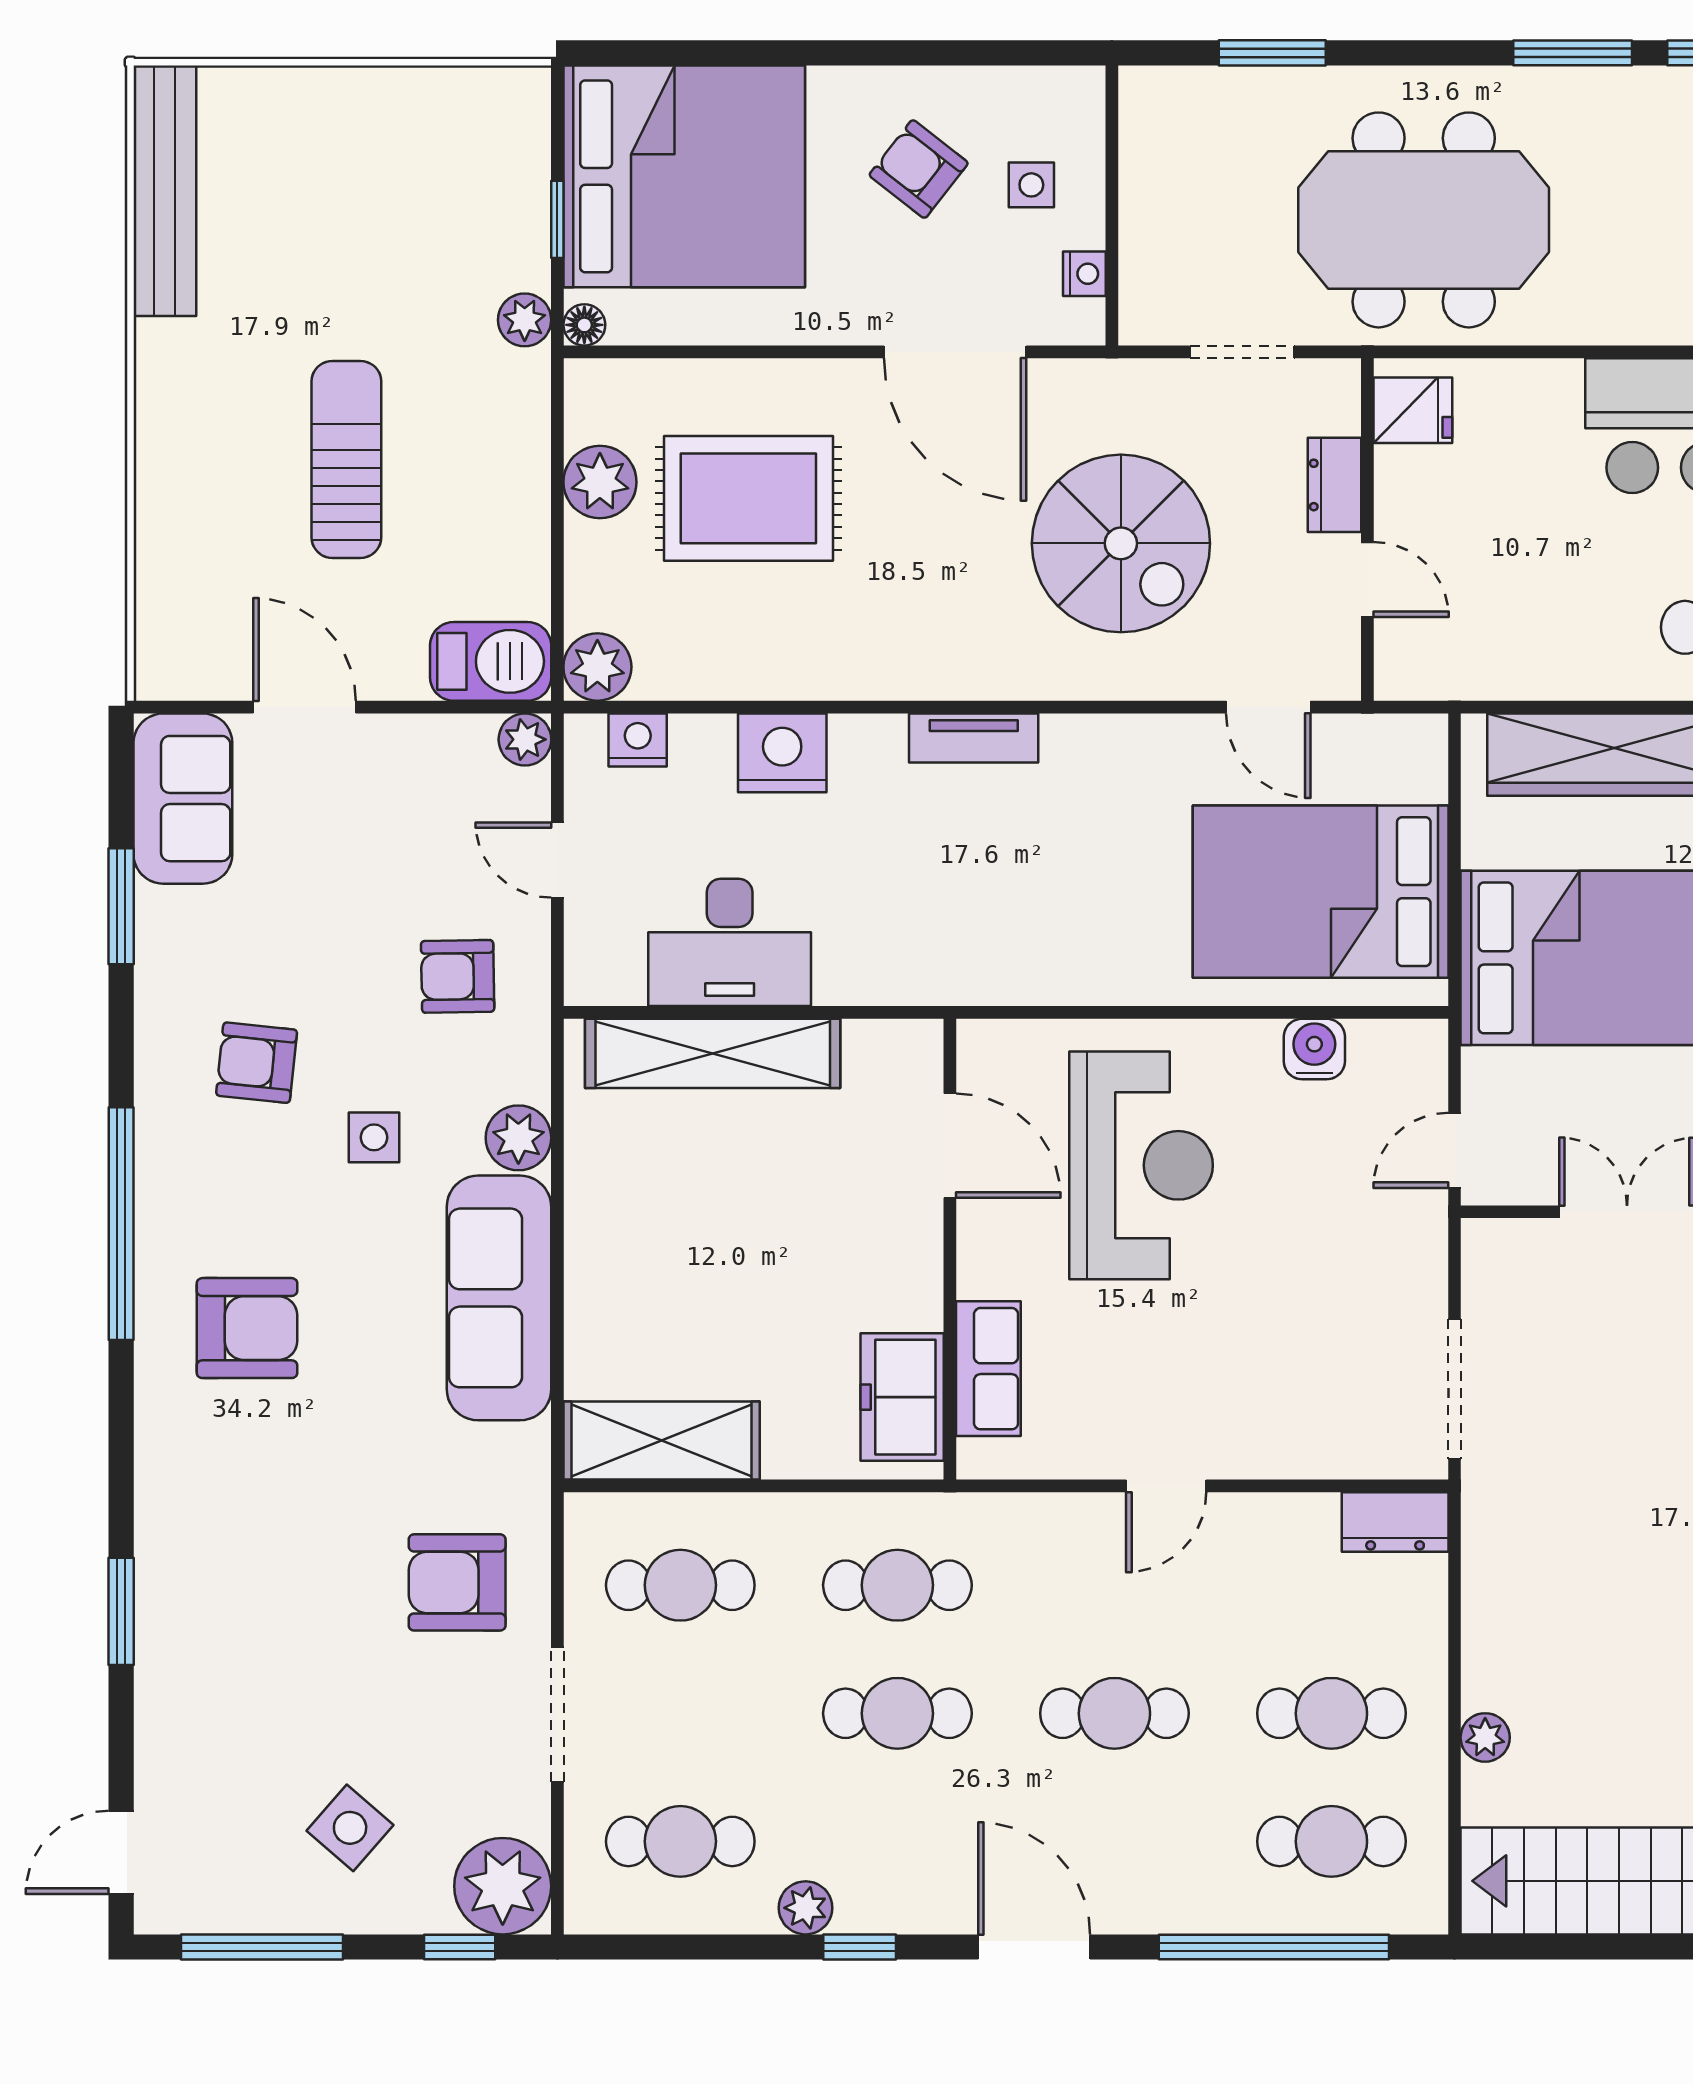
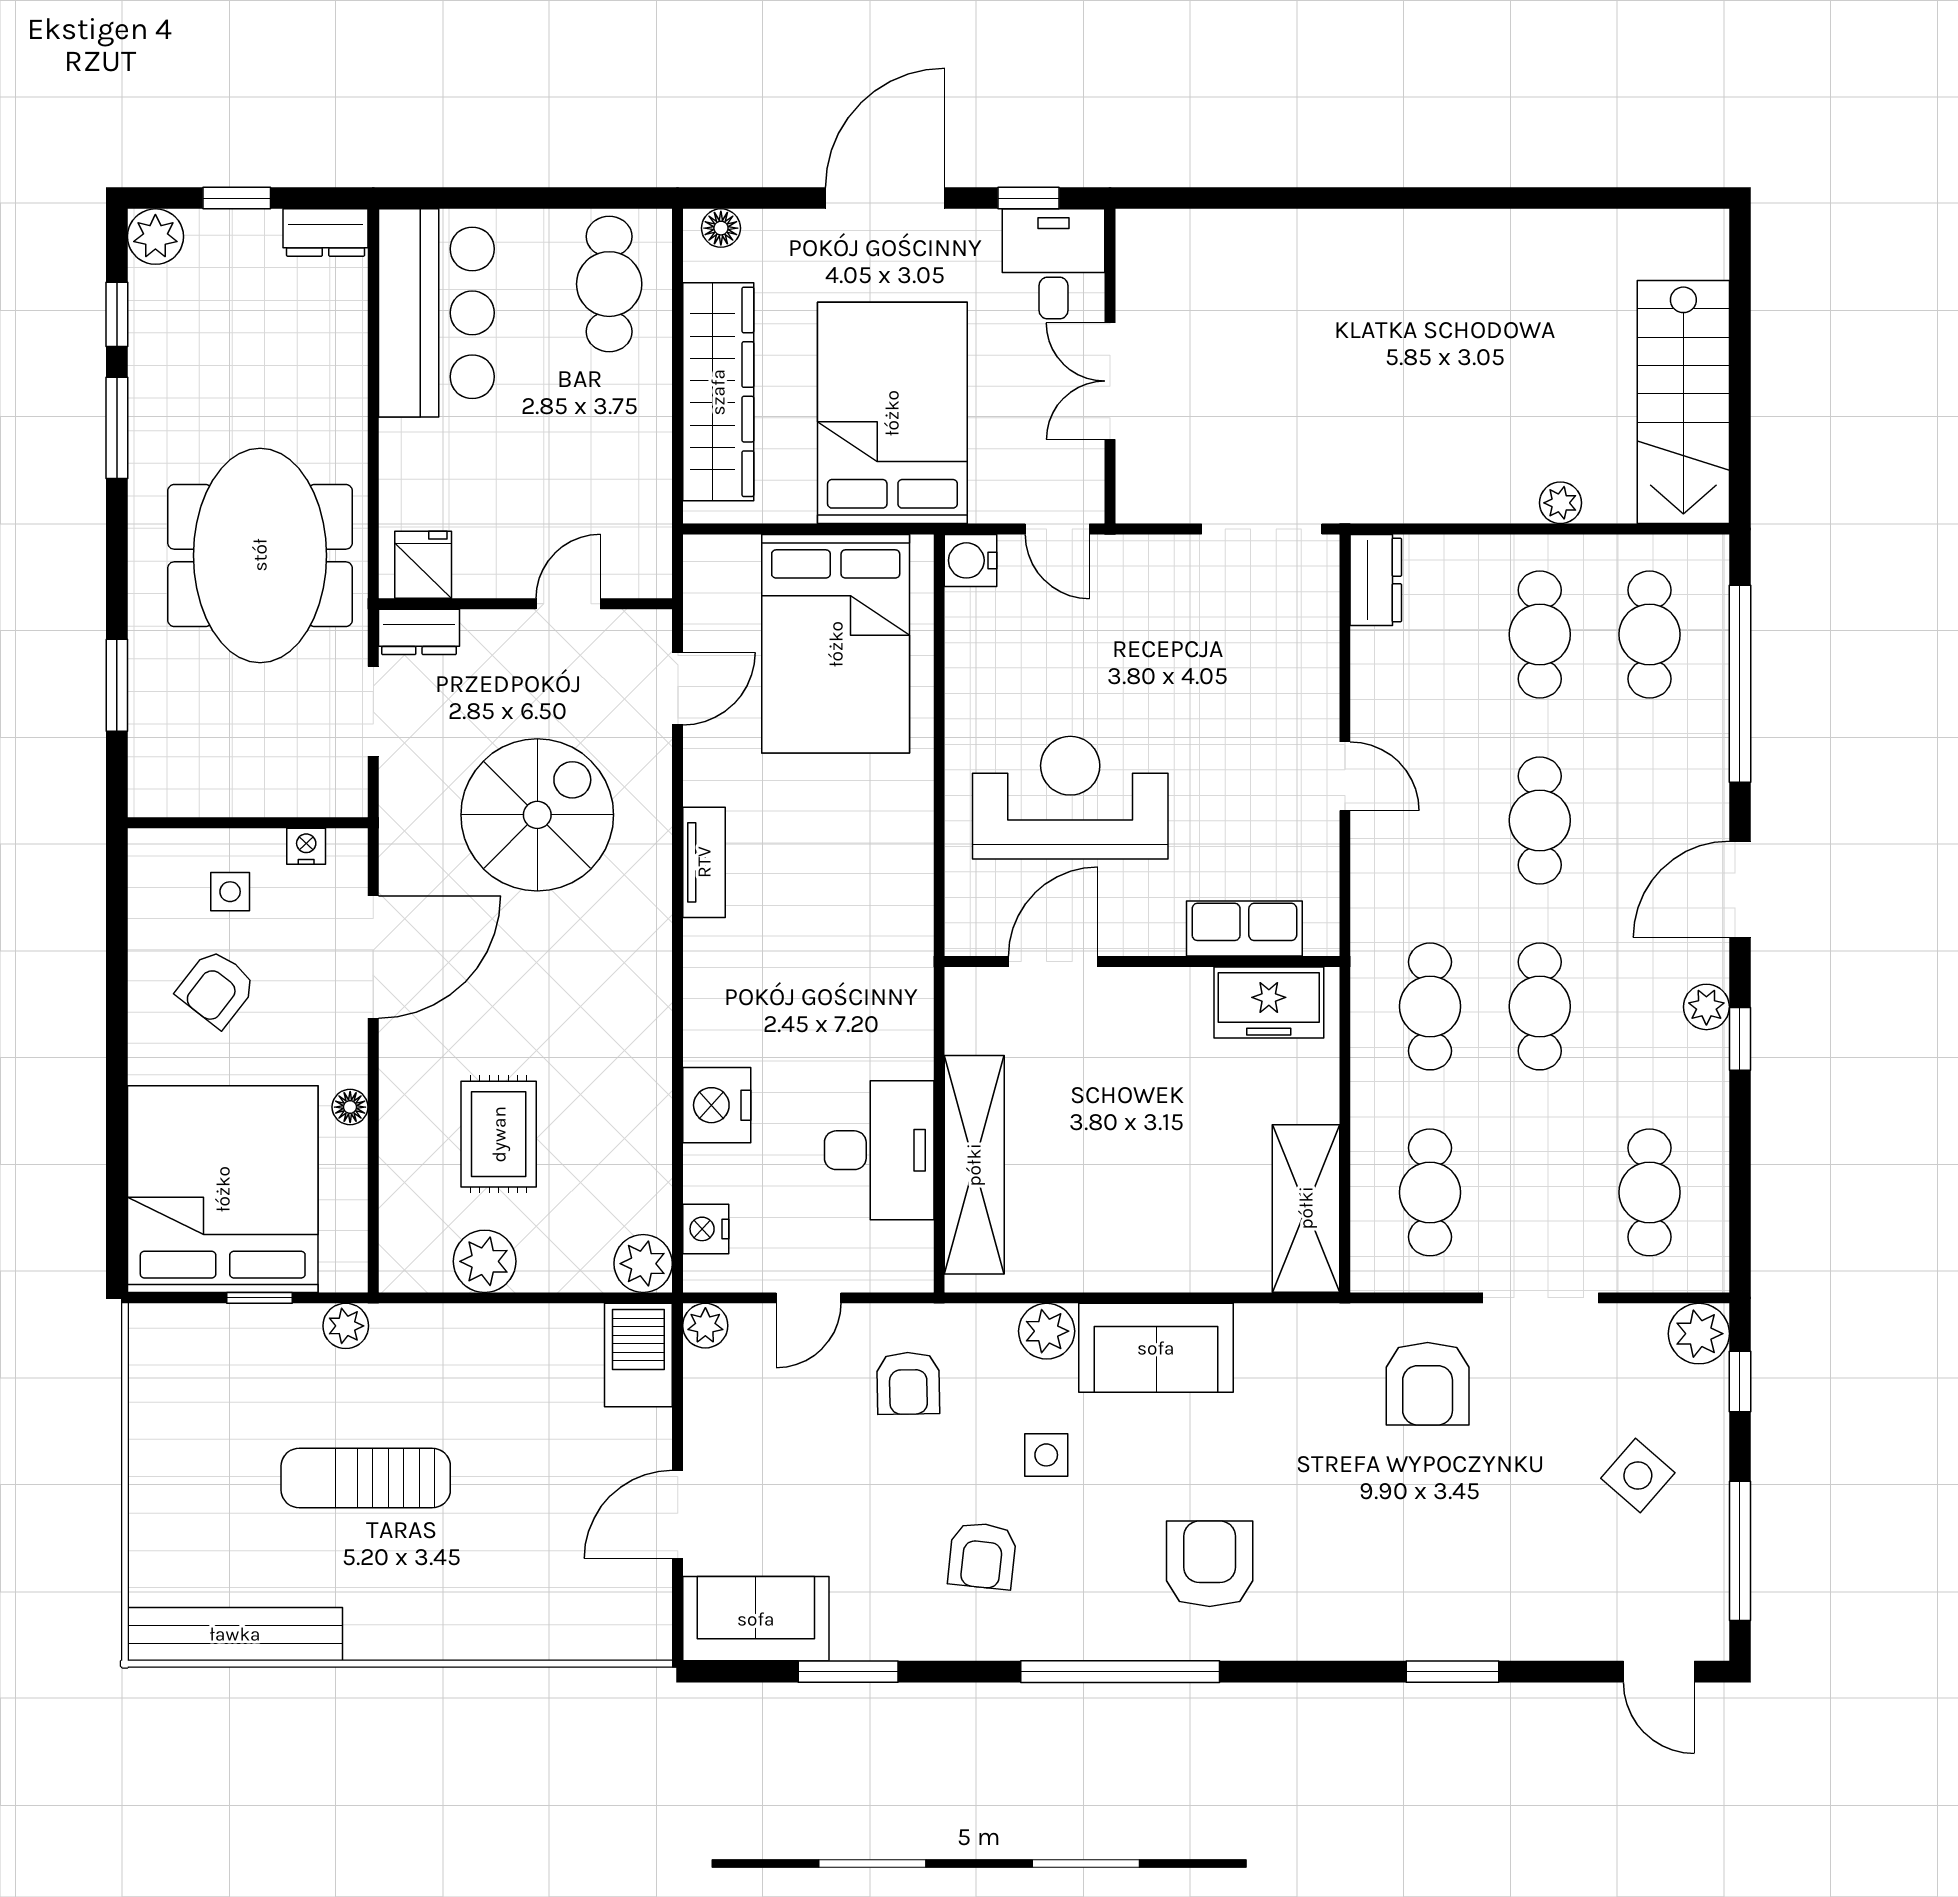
floor lamp: (584, 325) -> (350, 1107), moved
sun lounger: (346, 459) -> (366, 1478), moved
dresser: (1334, 485) -> (419, 632), moved
rug: (748, 498) -> (499, 1134), width x0.73, depth x0.70
tv unit: (974, 738) -> (704, 862), moved
water cooler: (1314, 1049) -> (971, 560), moved
sofa: (499, 1298) -> (1156, 1348), width x0.73
plant: (503, 1886) -> (1699, 1334), width x0.73, depth x0.73
plant: (806, 1908) -> (1706, 1007), moved

